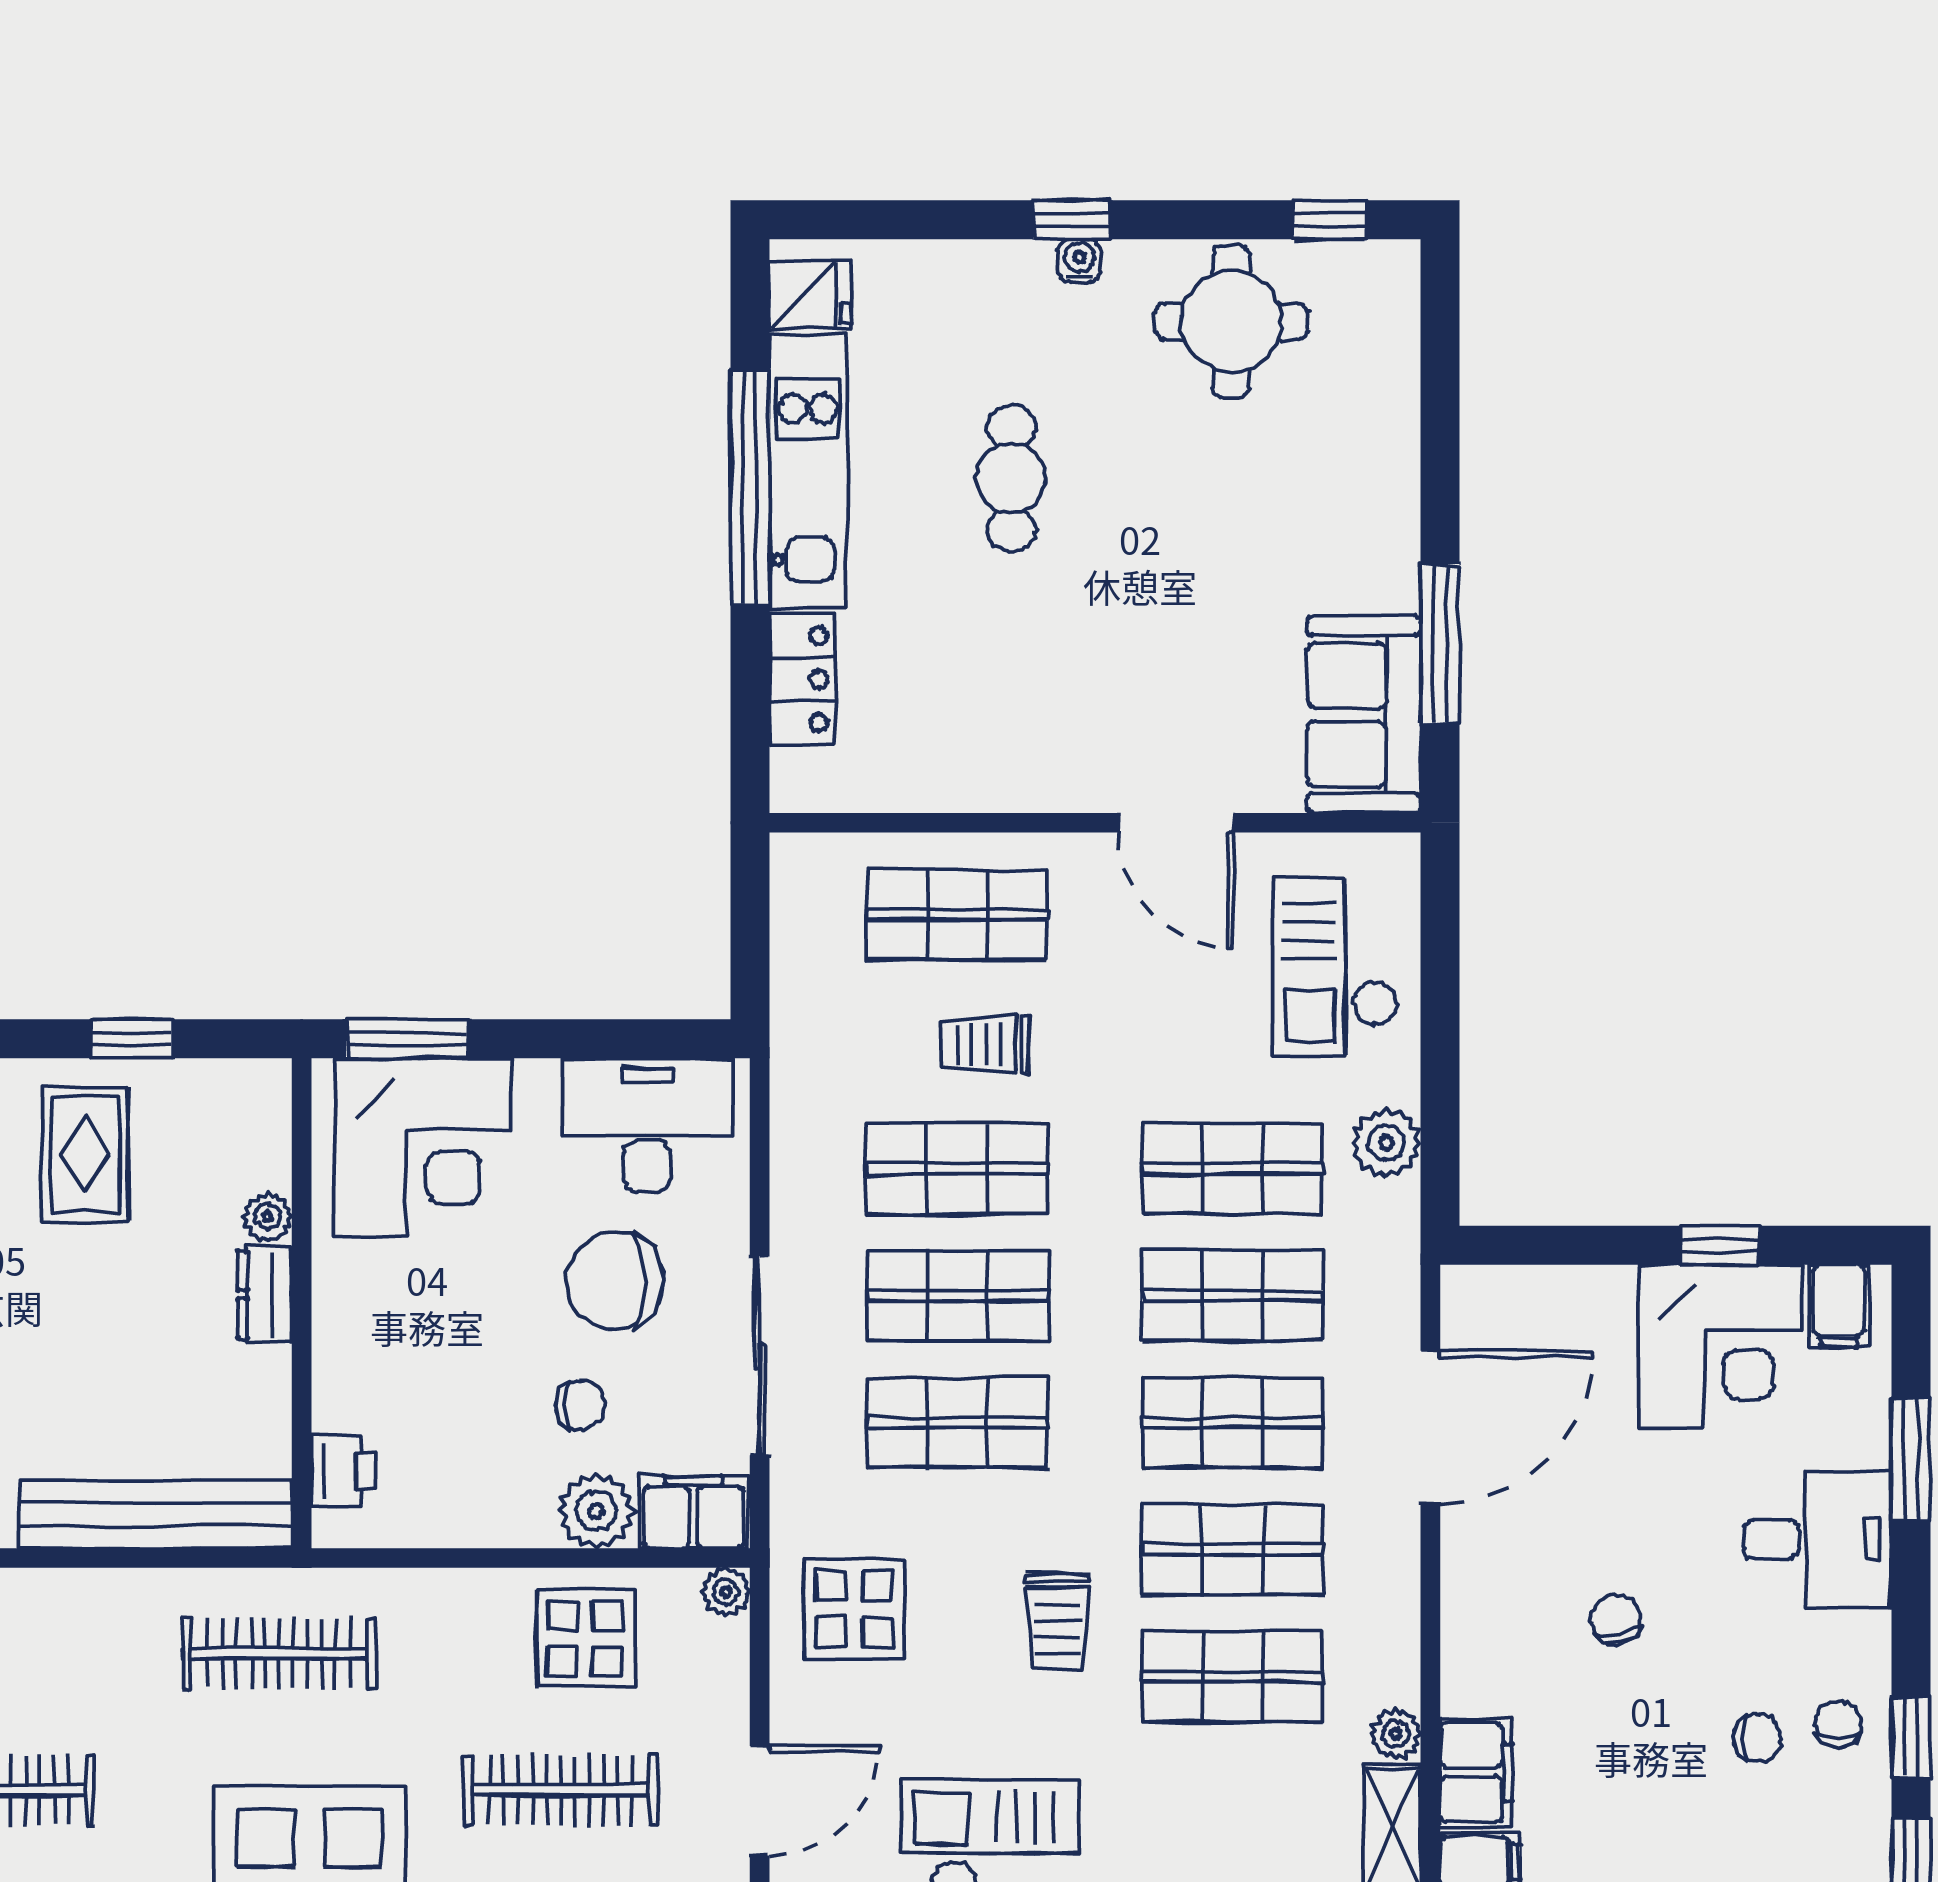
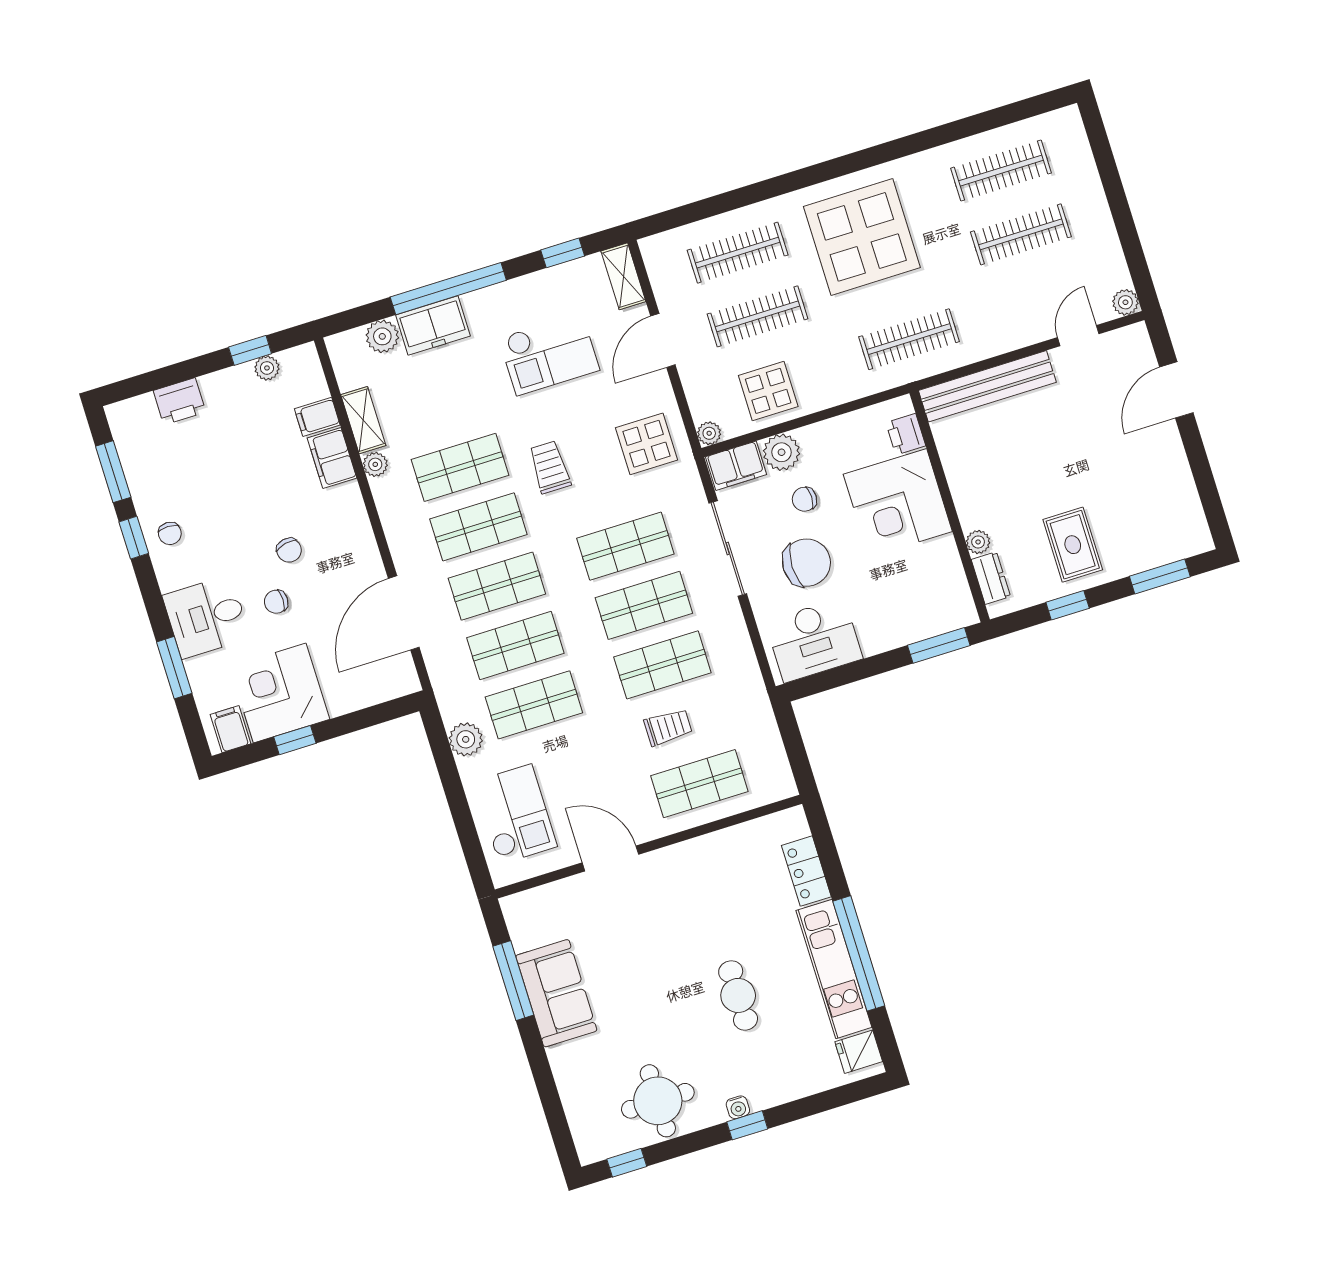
sofa: (1364, 715) -> (556, 993), moved
corner desk: (423, 1147) -> (898, 503), moved, turned -90
dresser: (265, 1295) -> (991, 578), moved
chair: (1757, 1738) -> (276, 602), moved

